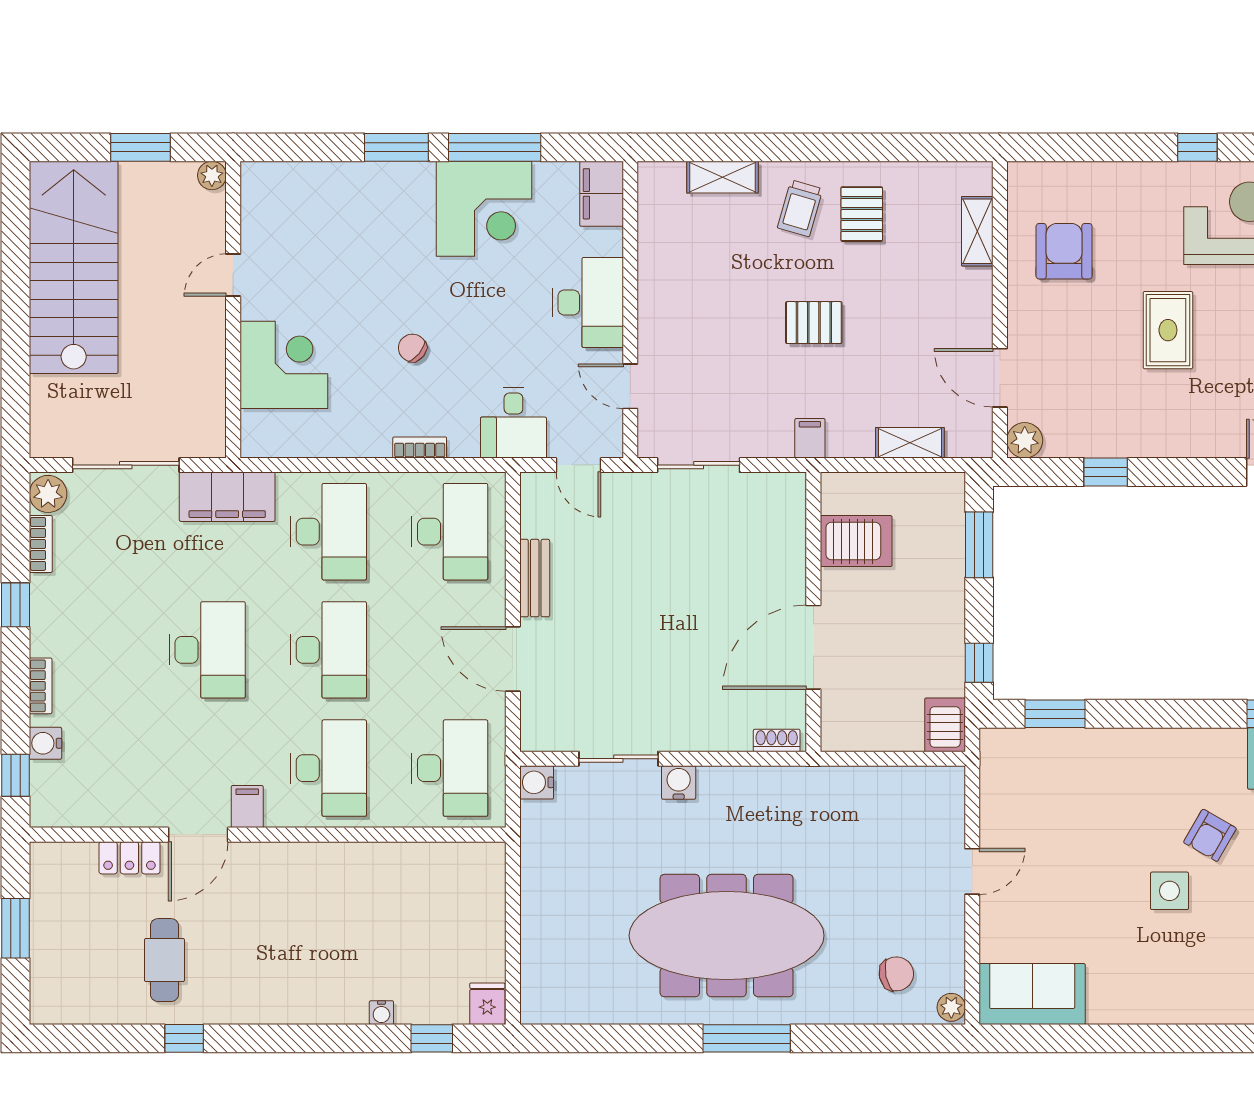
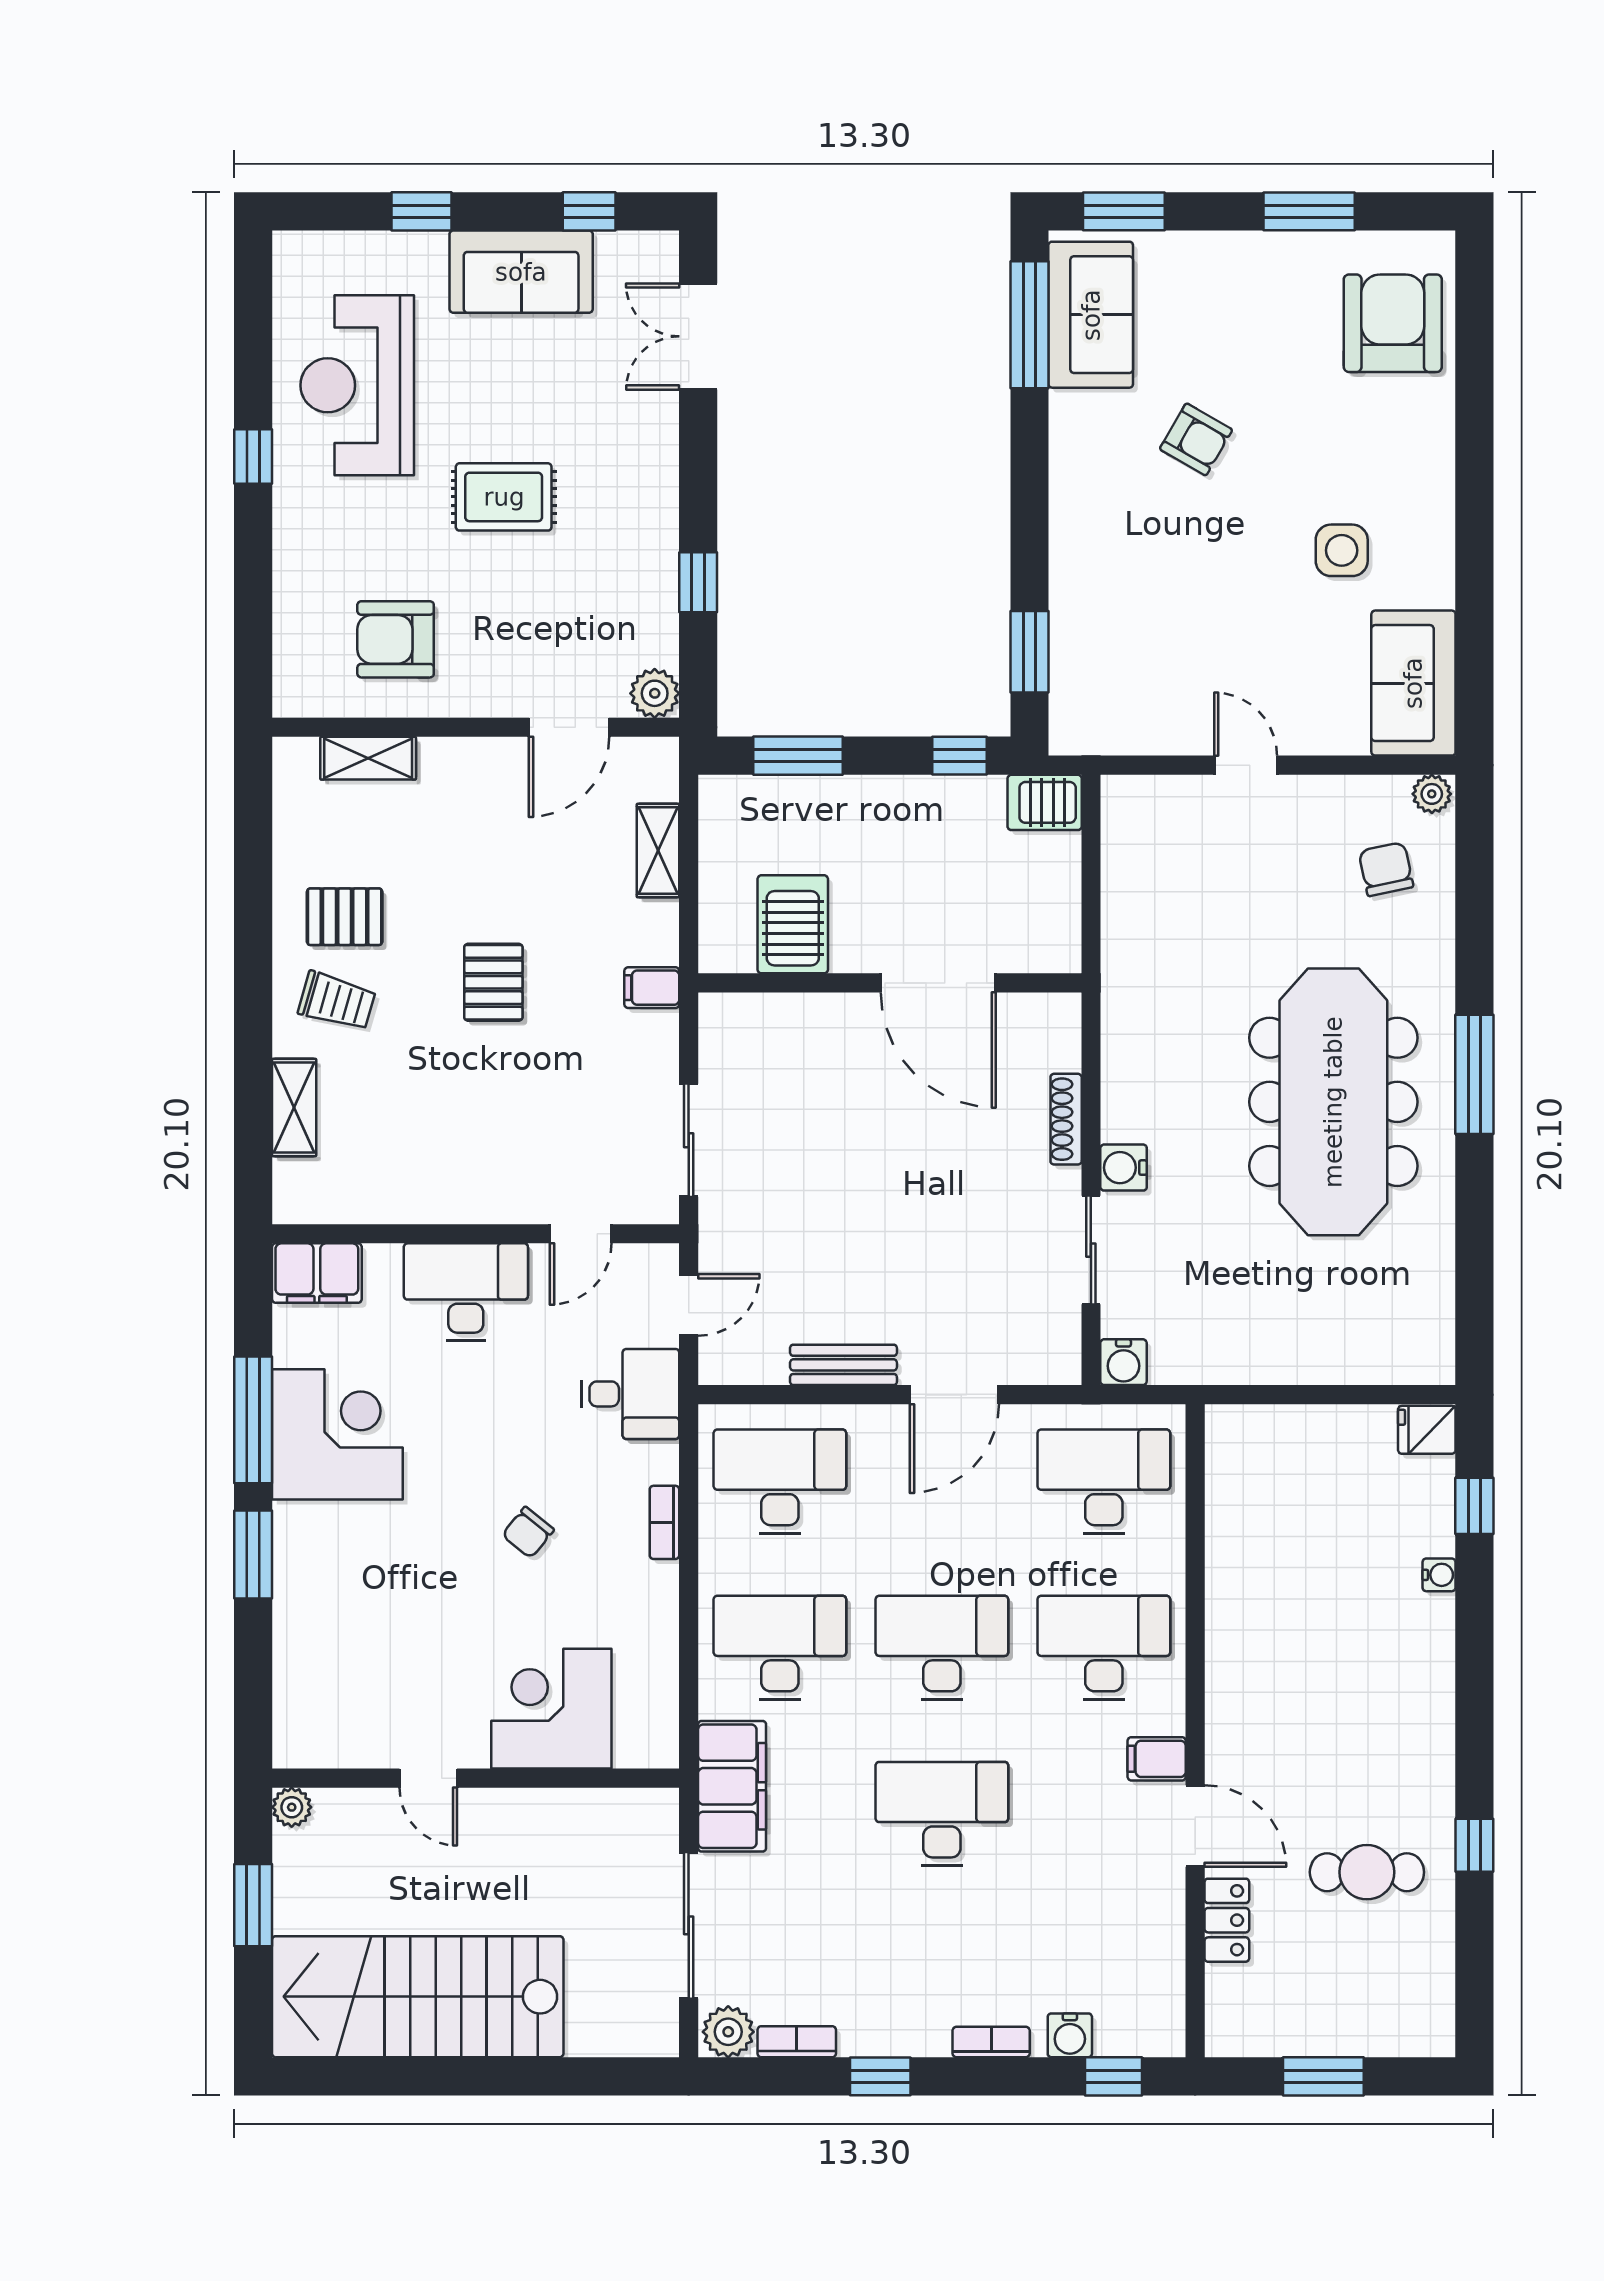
shoe rack: (777, 740) -> (1066, 1119), moved, width x1.43
side table: (1169, 891) -> (1342, 550), moved

